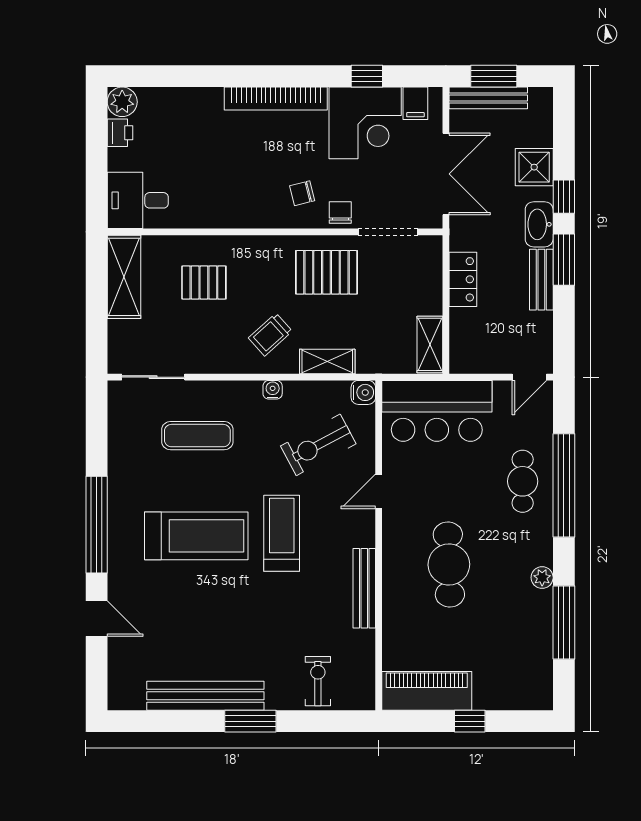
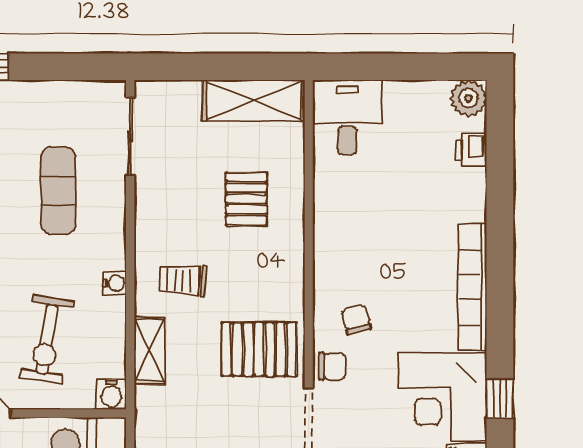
printer: (120, 133) -> (471, 150), moved, turned 90
pallet: (327, 272) -> (259, 349), turned 90
trolley: (270, 335) -> (182, 280), turned -45
exercise bike: (318, 445) -> (47, 339), turned -143

